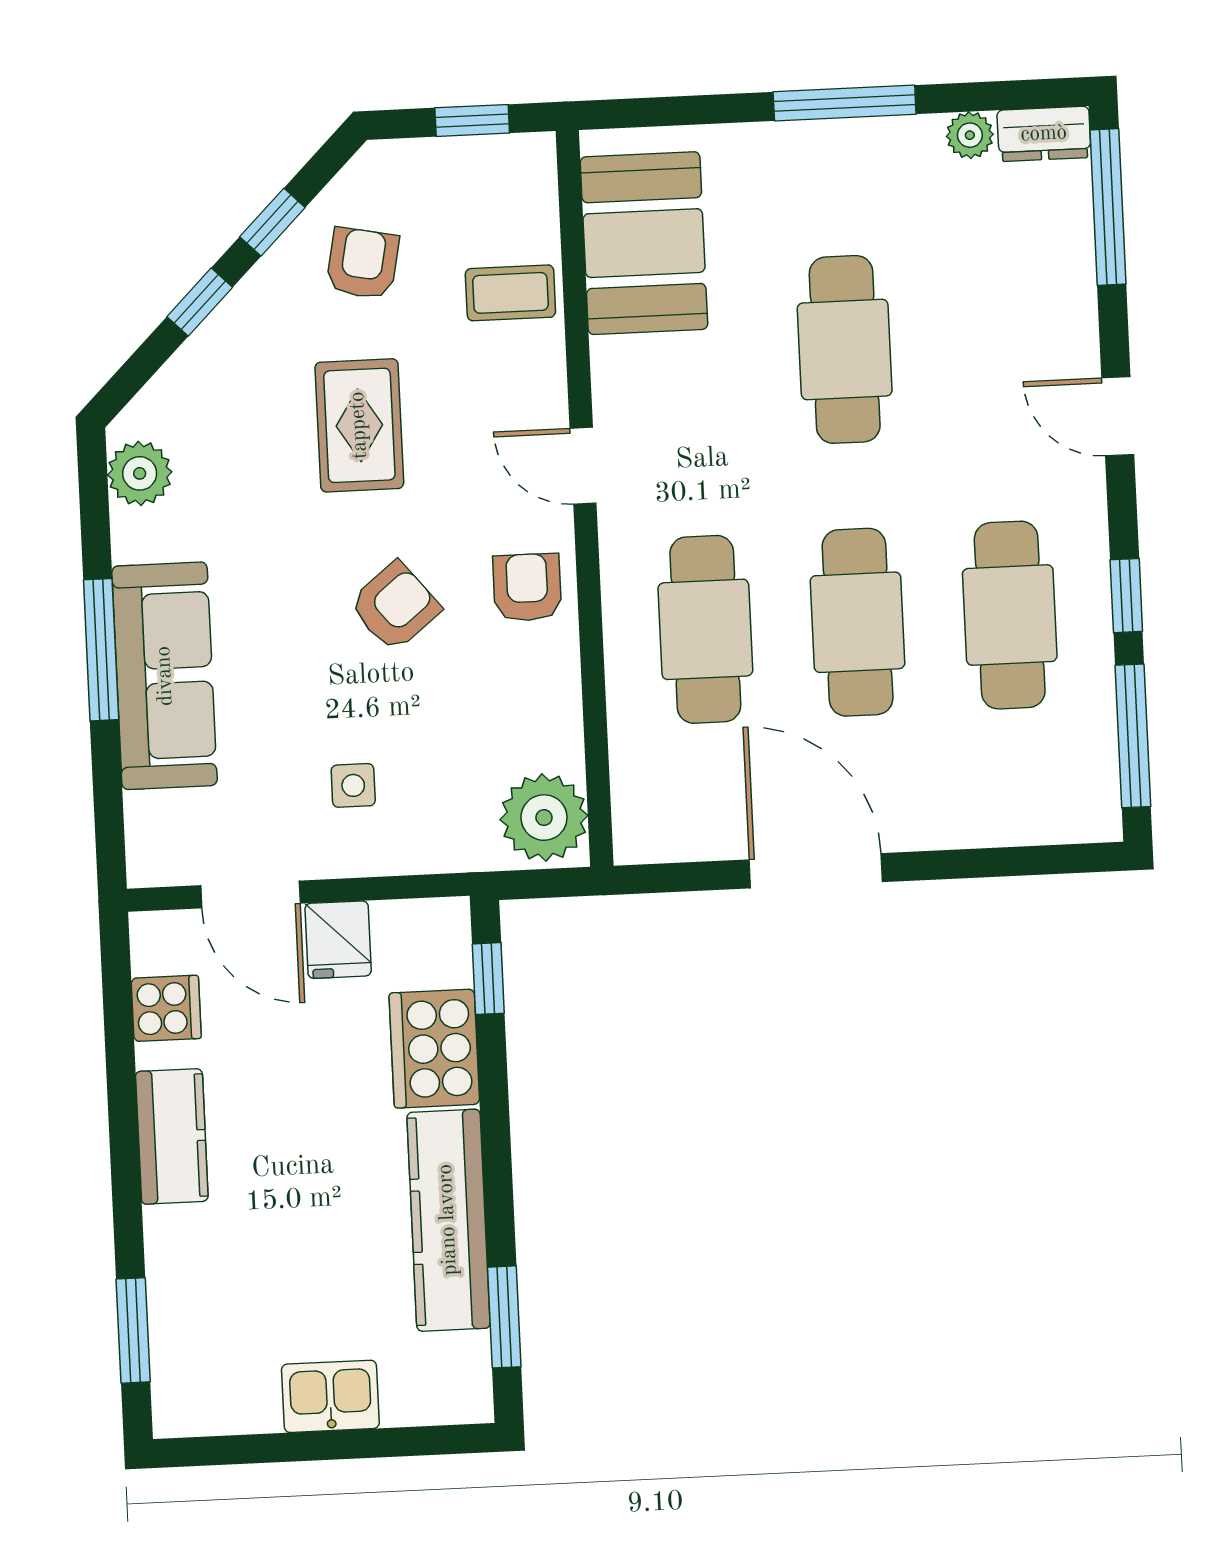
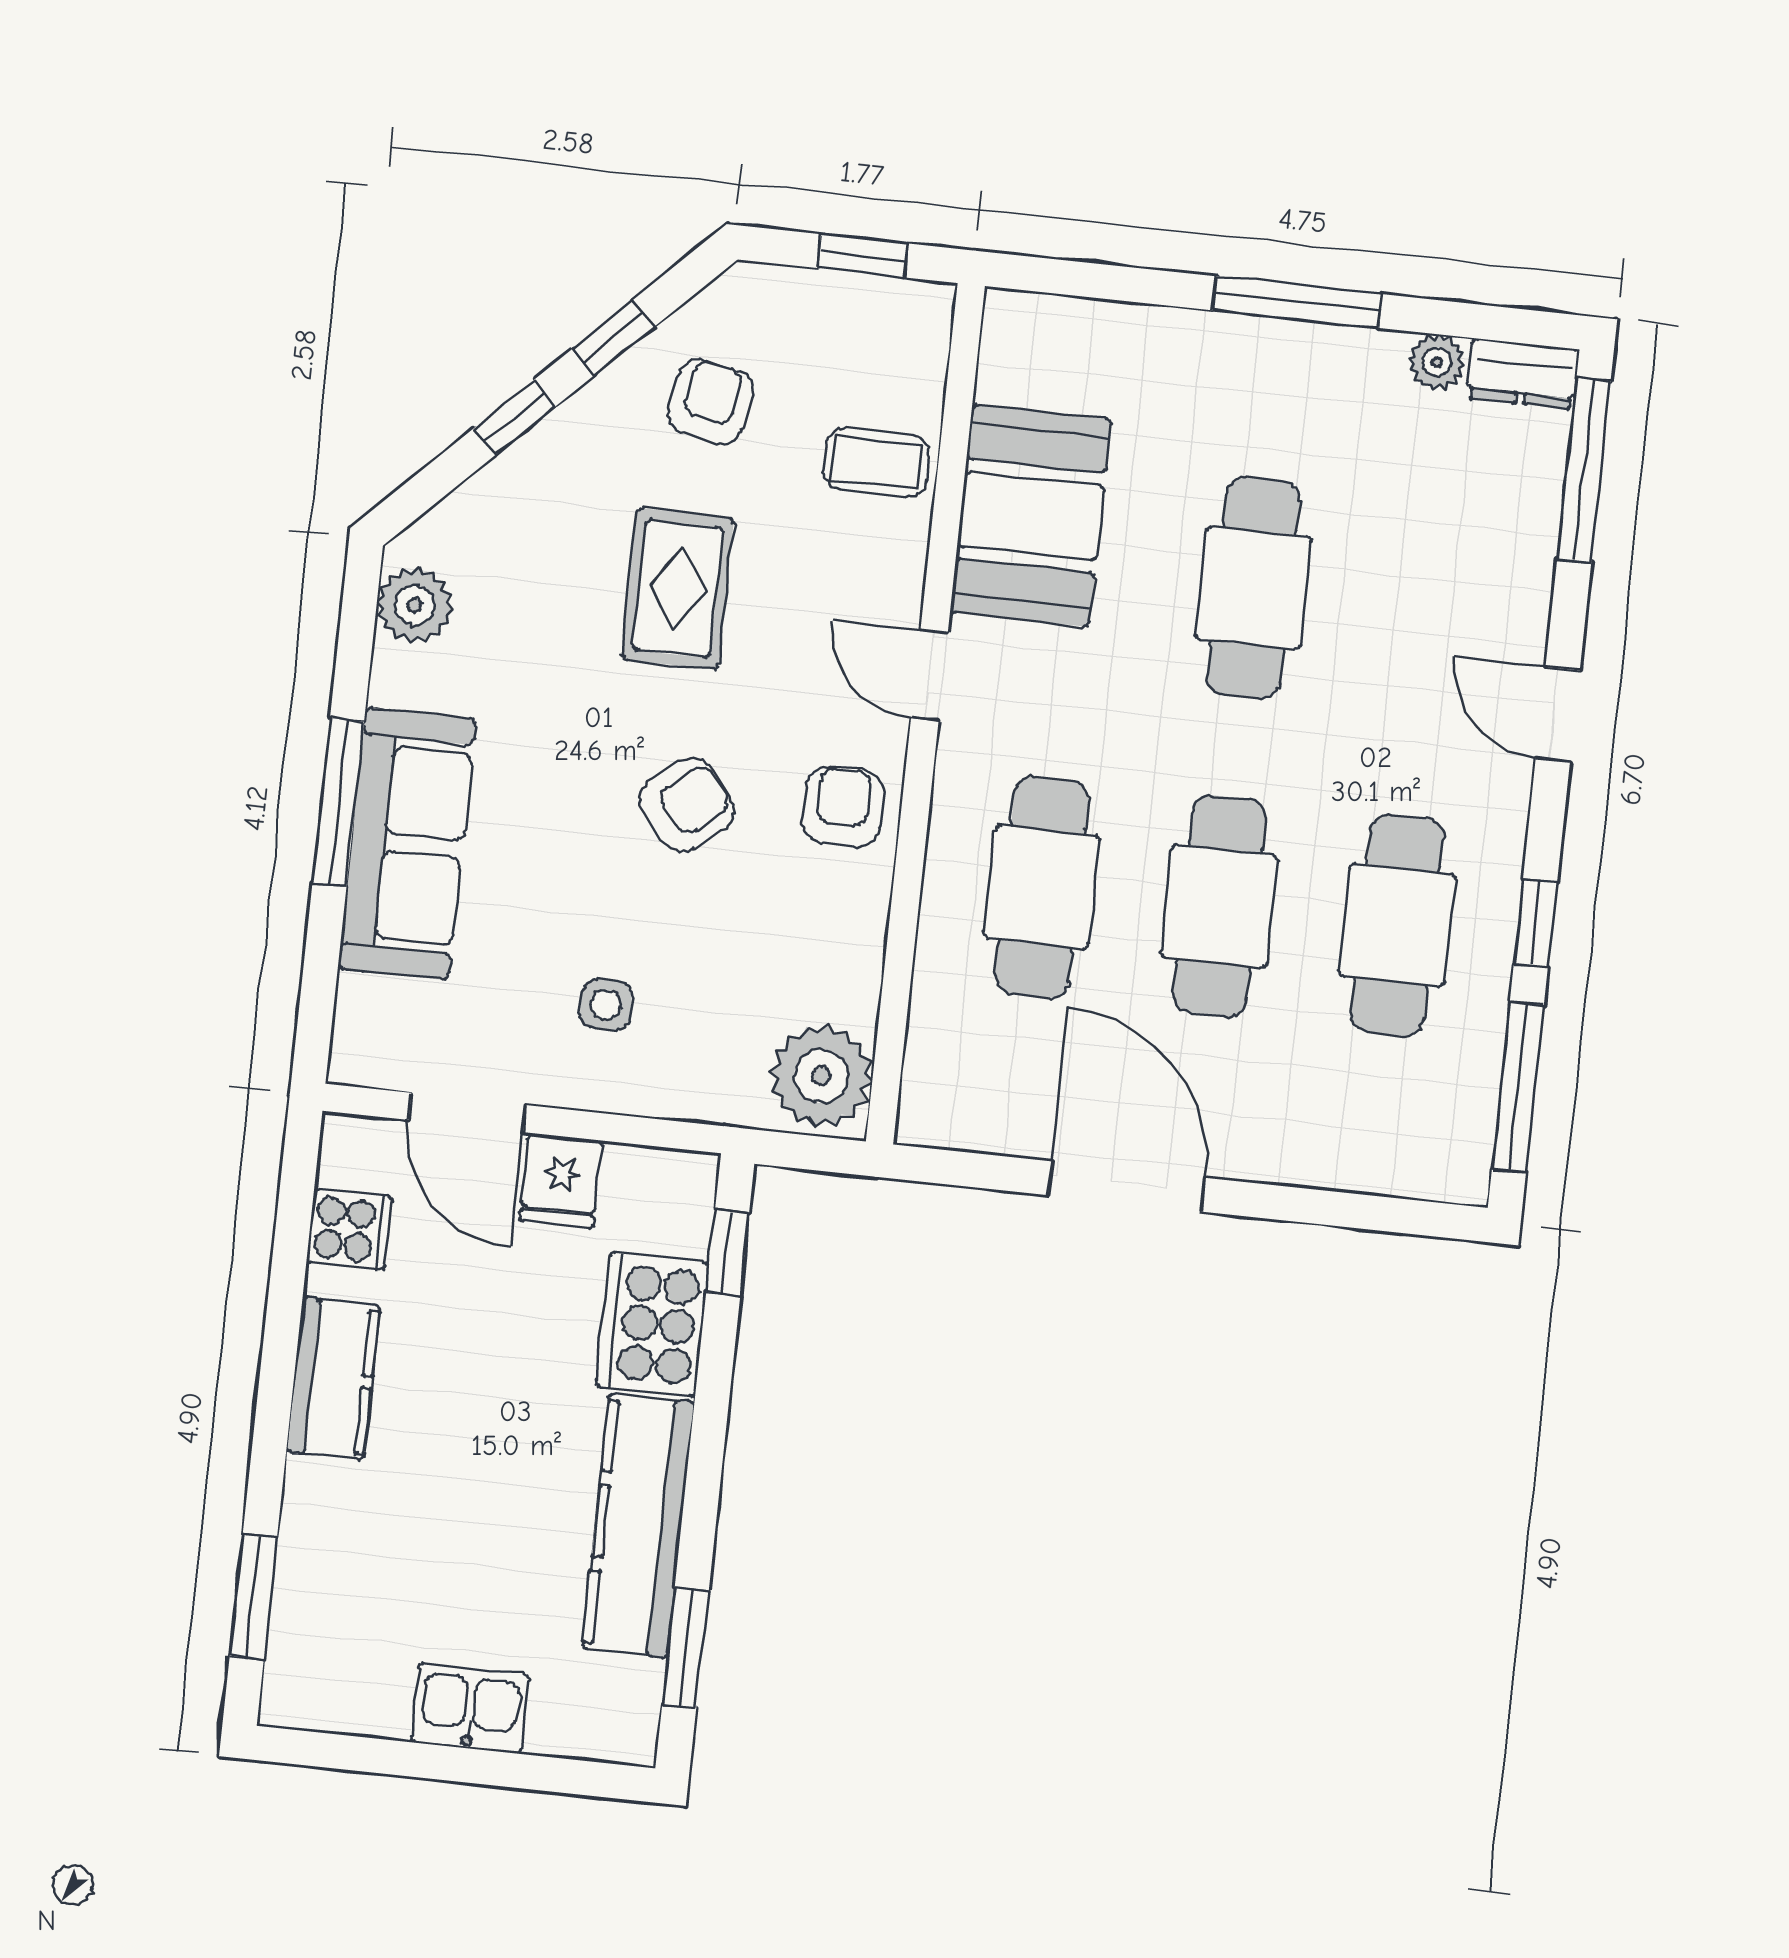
booth: (644, 243) -> (1031, 516), moved

